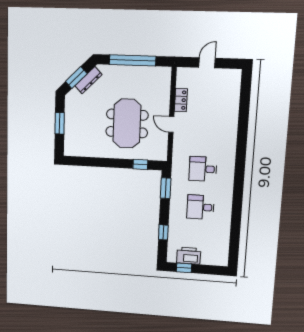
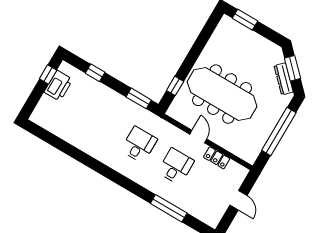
window: (243, 117) -> (169, 208), added
window: (60, 123) -> (245, 20), moved
meeting table: (127, 123) -> (222, 94), width x1.36
door: (171, 124) -> (198, 137), hinge flipped
desk: (200, 207) -> (176, 166), moved

